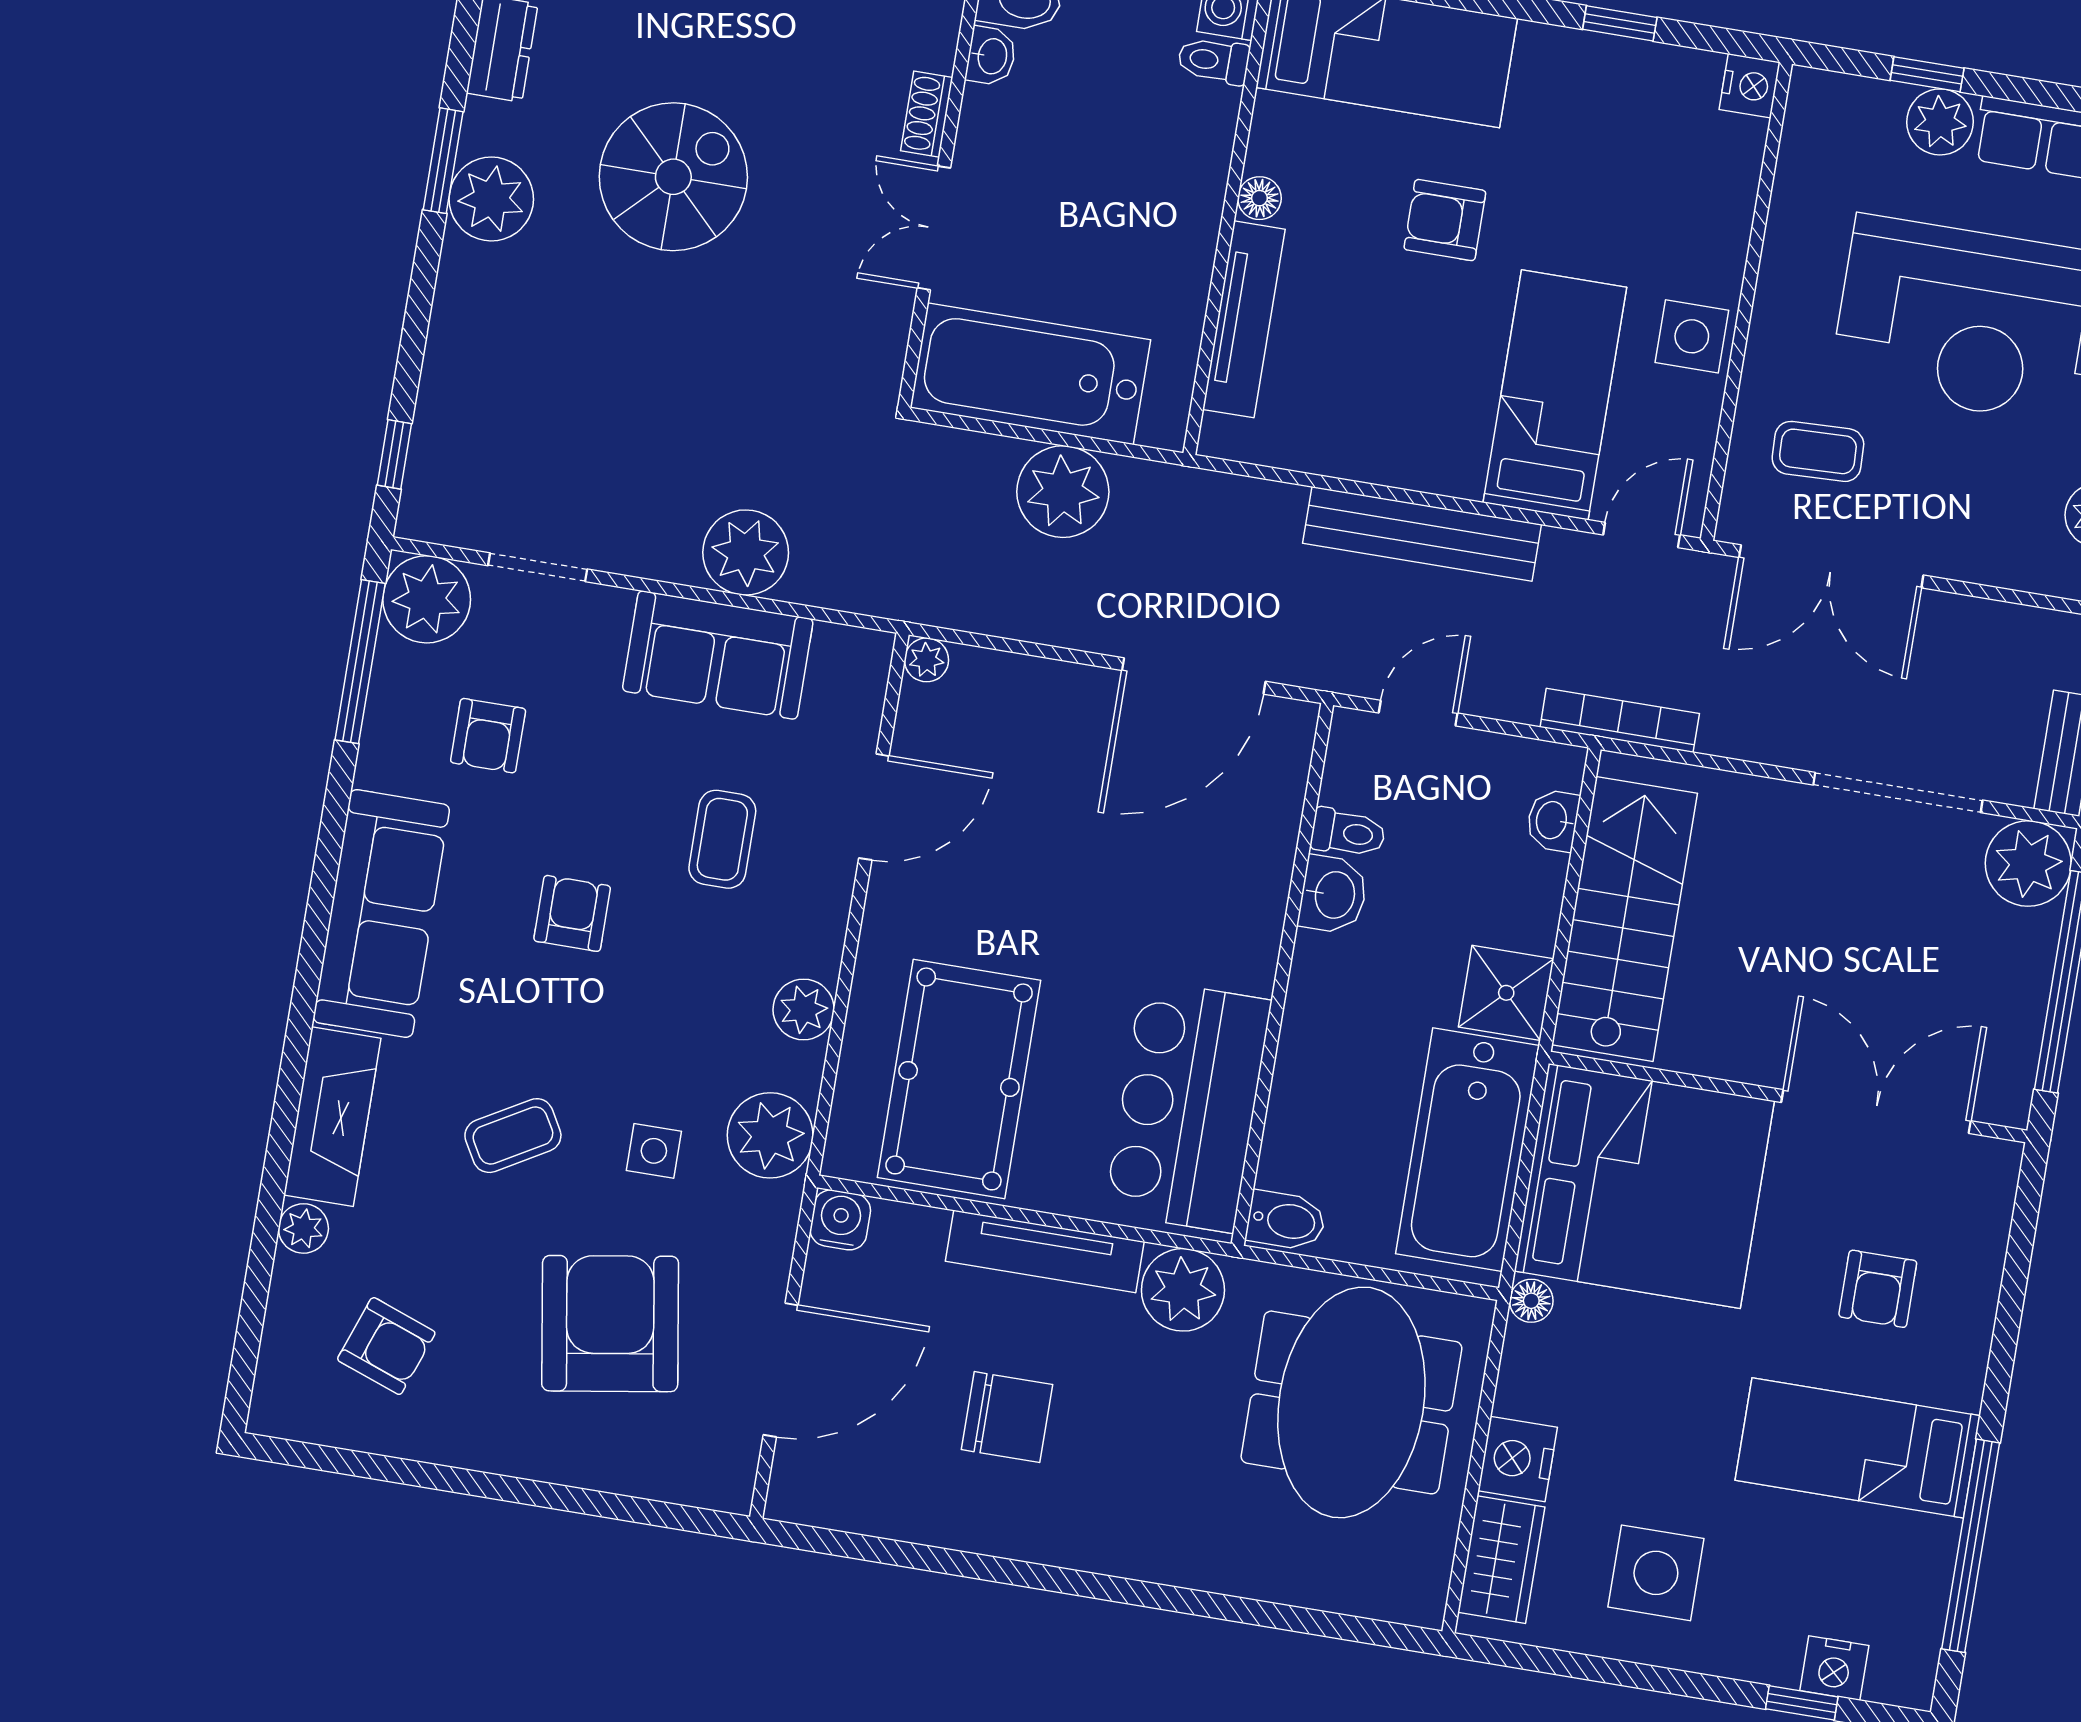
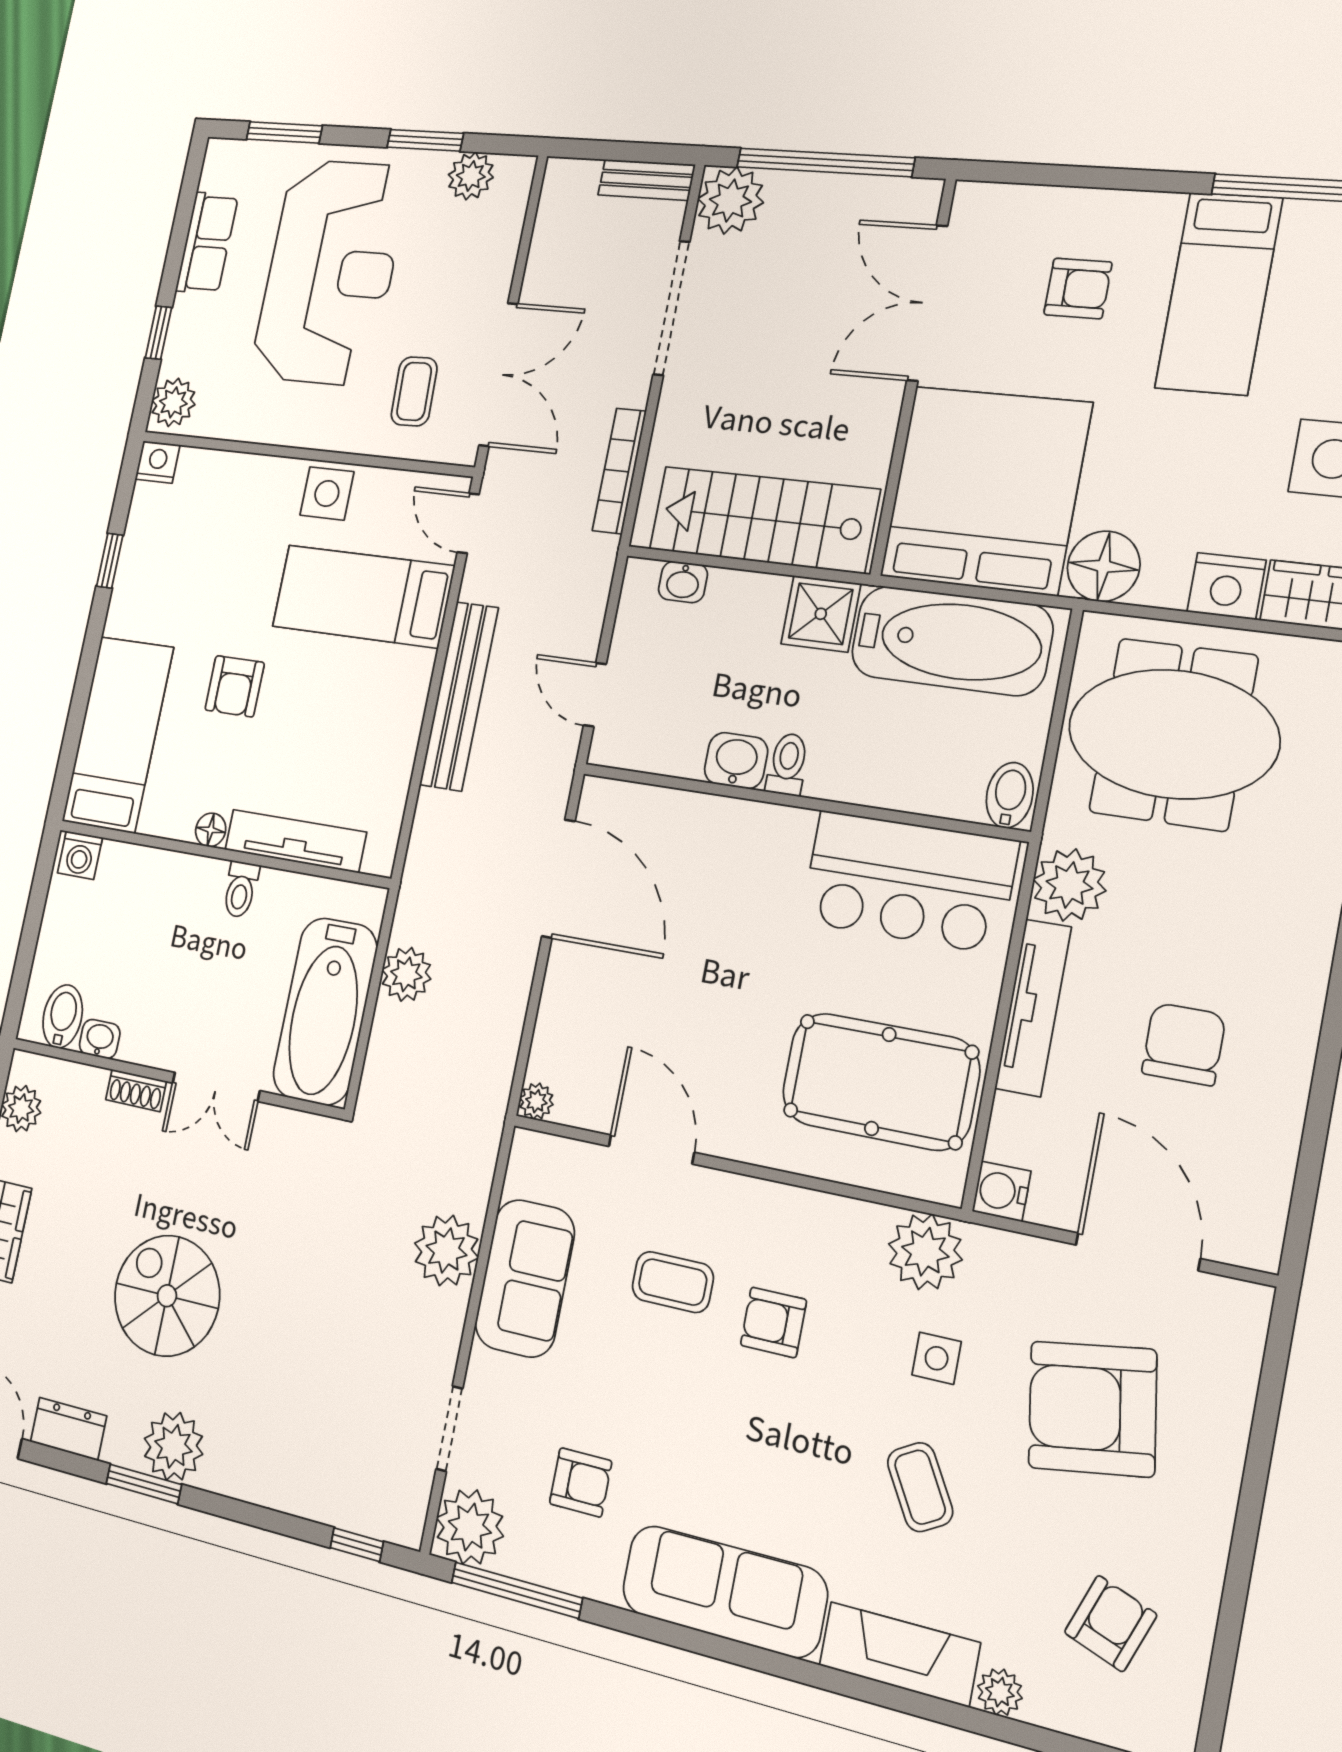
toilet: (1214, 61) -> (241, 889), moved
plant: (1940, 122) -> (173, 402), moved
plant: (1063, 492) -> (406, 974), width x0.73, depth x0.73
bookcase: (1620, 720) -> (619, 471), moved
toilet: (1348, 833) -> (788, 764), moved
armchair: (572, 913) -> (773, 1322), moved
plant: (804, 1009) -> (817, 1217), removed
floor lamp: (1531, 1301) -> (1104, 566), width x1.89, depth x1.89

